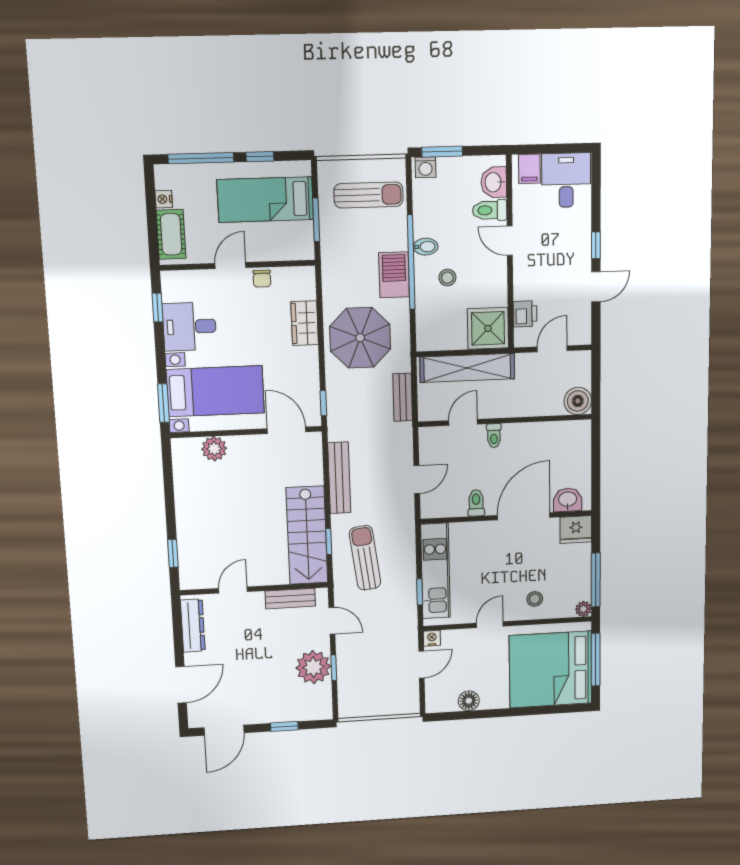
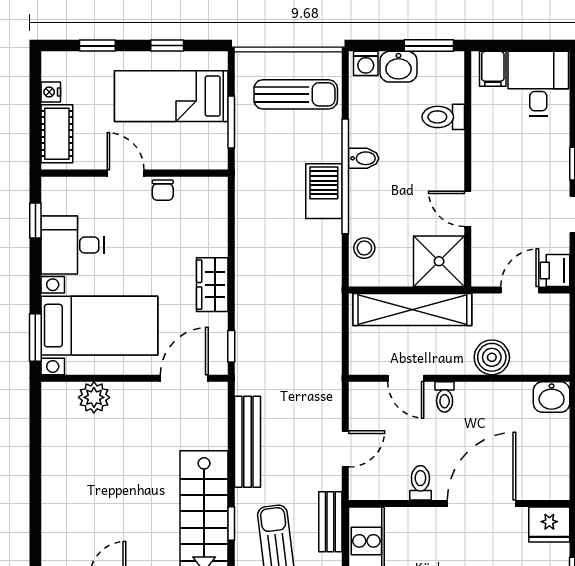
window: (442, 152) -> (429, 46), moved
window: (201, 158) -> (97, 46), width x0.46
washbasin: (494, 182) -> (398, 67), moved, turned -90
door: (510, 241) -> (468, 209), moved
door: (230, 266) -> (126, 173), hinge flipped
stool: (447, 278) -> (364, 248), moved
printer: (525, 314) -> (555, 270), moved, turned 180
wardrobe: (305, 323) -> (212, 285), moved
parasol: (360, 338) -> (280, 267), removed
bench: (403, 397) -> (330, 522), moved
boiler: (578, 401) -> (492, 357), moved
door: (463, 422) -> (406, 378), swing flipped
door: (287, 430) -> (184, 378), hinge flipped
washbasin: (568, 500) -> (552, 397), moved, turned 180
window: (173, 553) -> (35, 528), removed

